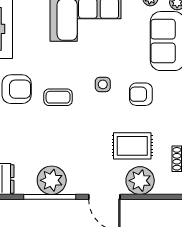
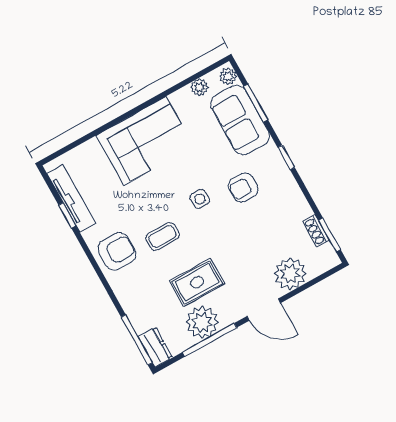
rug: (132, 146) -> (197, 282), moved

